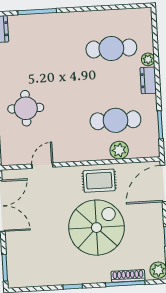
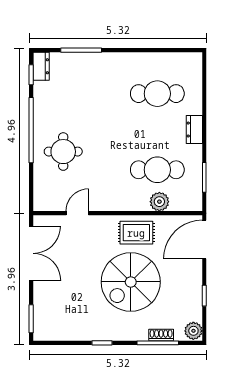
plant: (148, 59) -> (195, 107), removed
spiral stairs: (96, 228) -> (131, 282), turned 180
shoe rack: (128, 276) -> (161, 335), width x0.70

